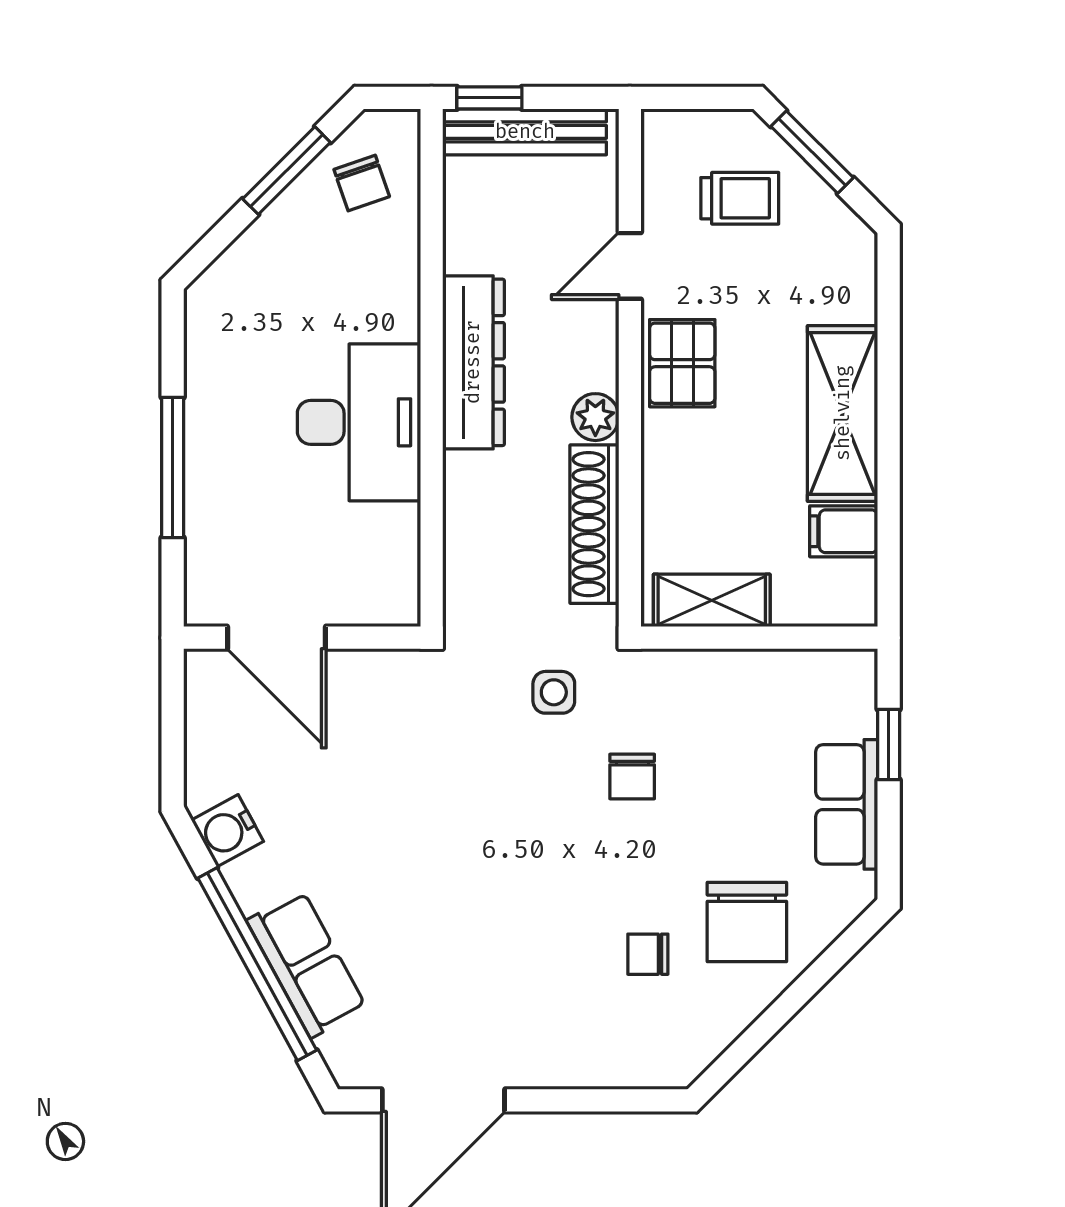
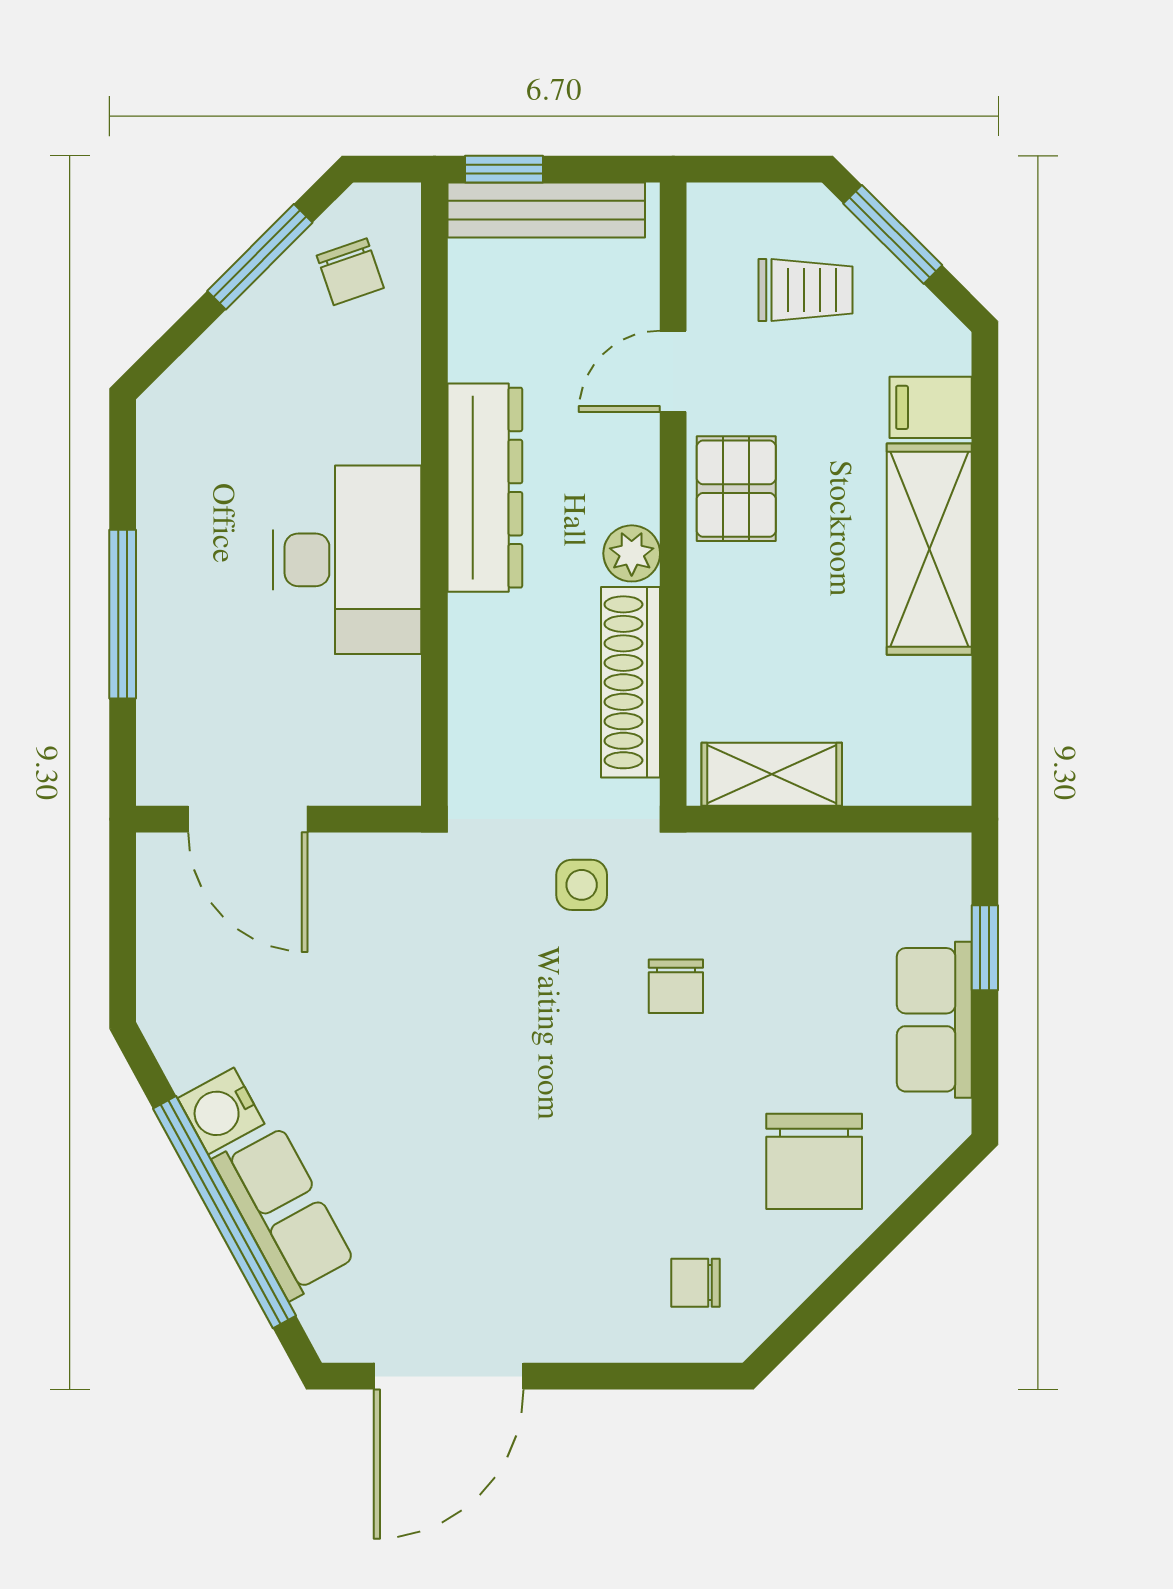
filing cabinet: (844, 531) -> (931, 407), moved
water cooler: (227, 831) -> (221, 1111), moved
chair: (648, 954) -> (695, 1283), moved

